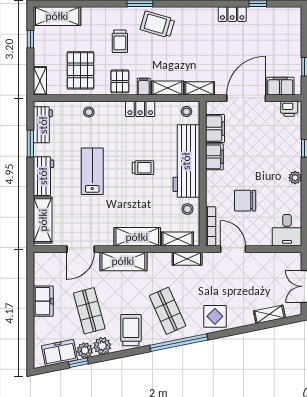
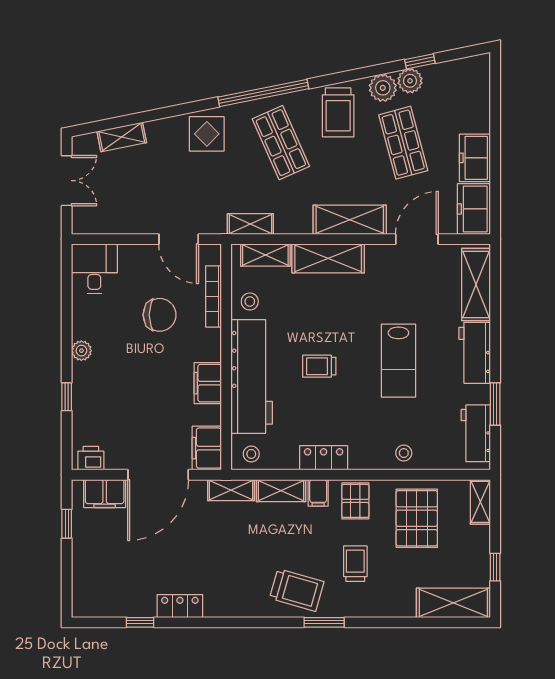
filing cabinet: (215, 128) -> (207, 448), moved
bookcase: (211, 226) -> (214, 296), moved
freezer: (59, 353) -> (474, 209), moved, turned 101

